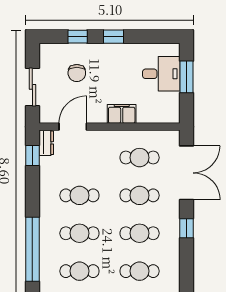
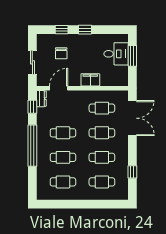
window: (187, 228) -> (132, 172), moved
window: (32, 249) -> (32, 146), moved

